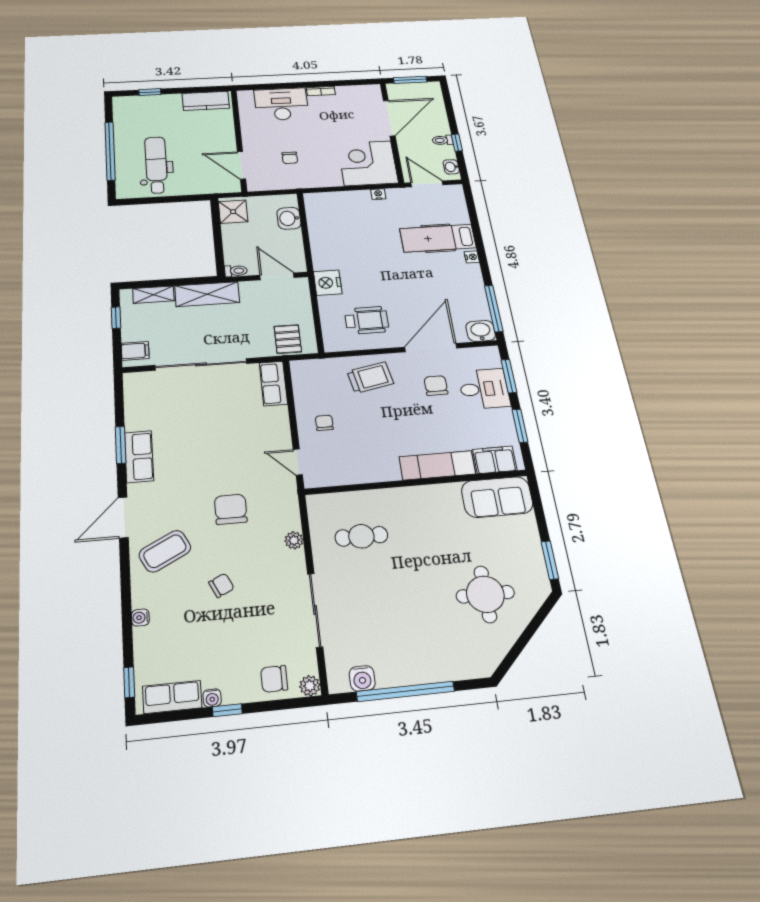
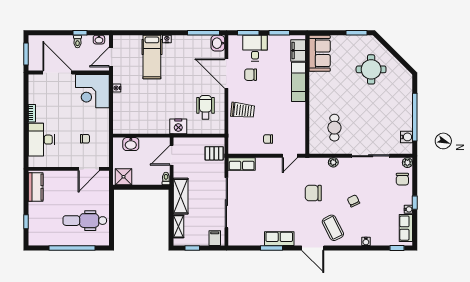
trolley: (370, 378) -> (243, 110), turned 107

